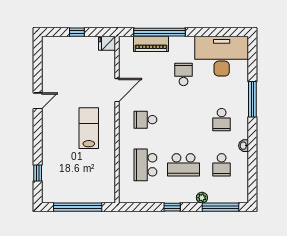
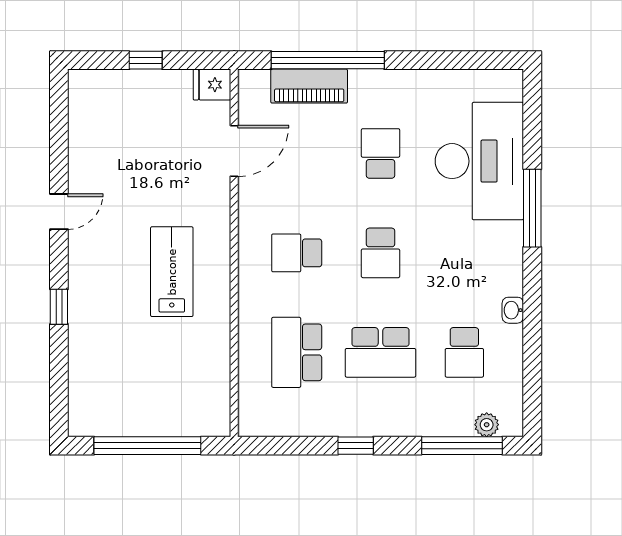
desk: (222, 56) -> (479, 161), moved, turned 90
door: (117, 90) -> (234, 151), moved
school desk: (222, 120) -> (381, 253), moved
window: (38, 173) -> (59, 307), moved
plant: (202, 198) -> (487, 425), moved

